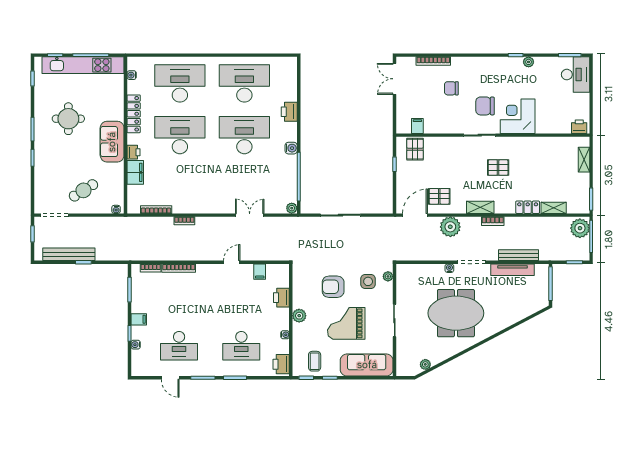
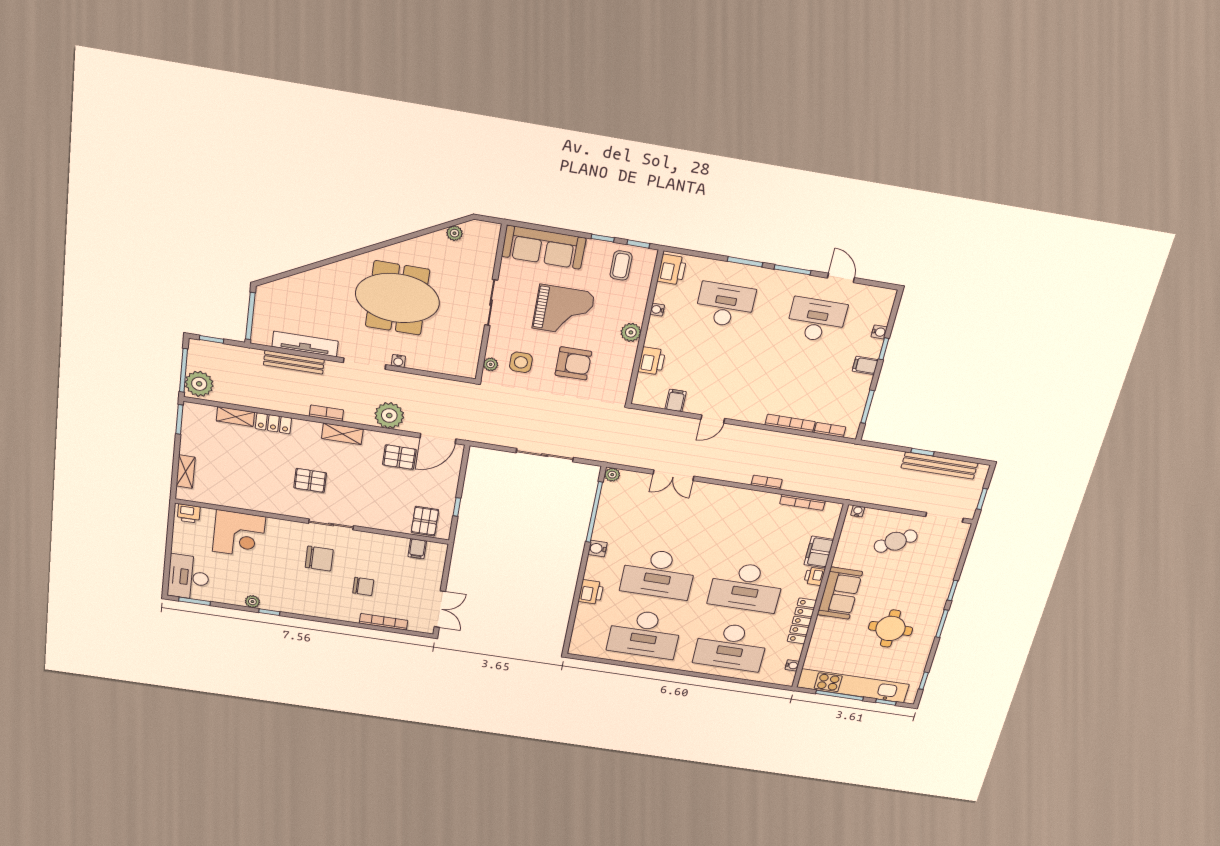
corner desk: (518, 116) -> (239, 534), moved

